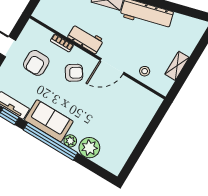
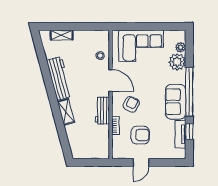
shelving: (177, 66) -> (62, 35), moved
armchair: (74, 73) -> (131, 104), turned 60
corner sofa: (129, 120) -> (141, 46), added
plant: (70, 141) -> (181, 47), moved

